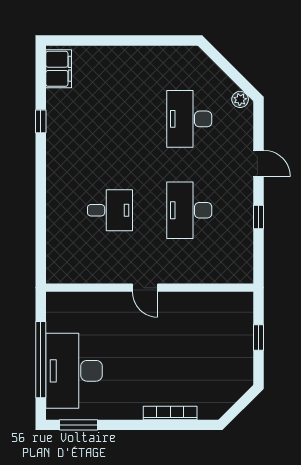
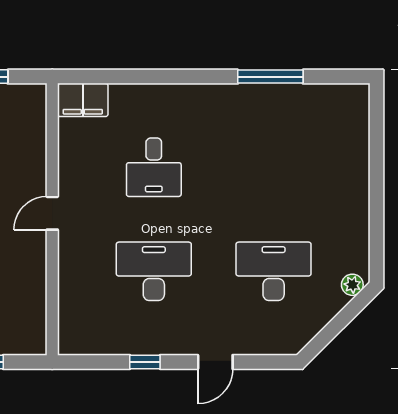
filing cabinet: (59, 69) -> (83, 100), moved
plant: (240, 99) -> (352, 285), moved
window: (41, 121) -> (270, 77), width x2.17

